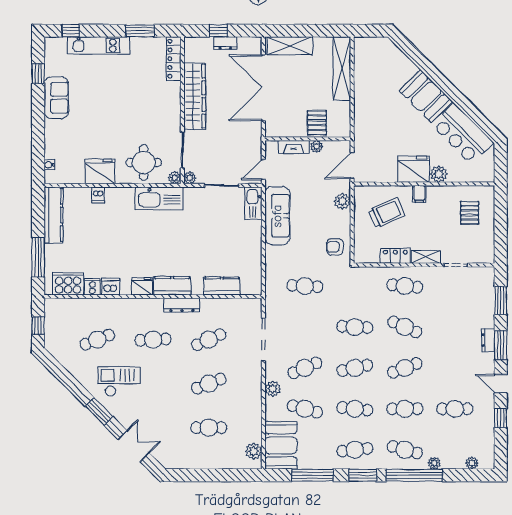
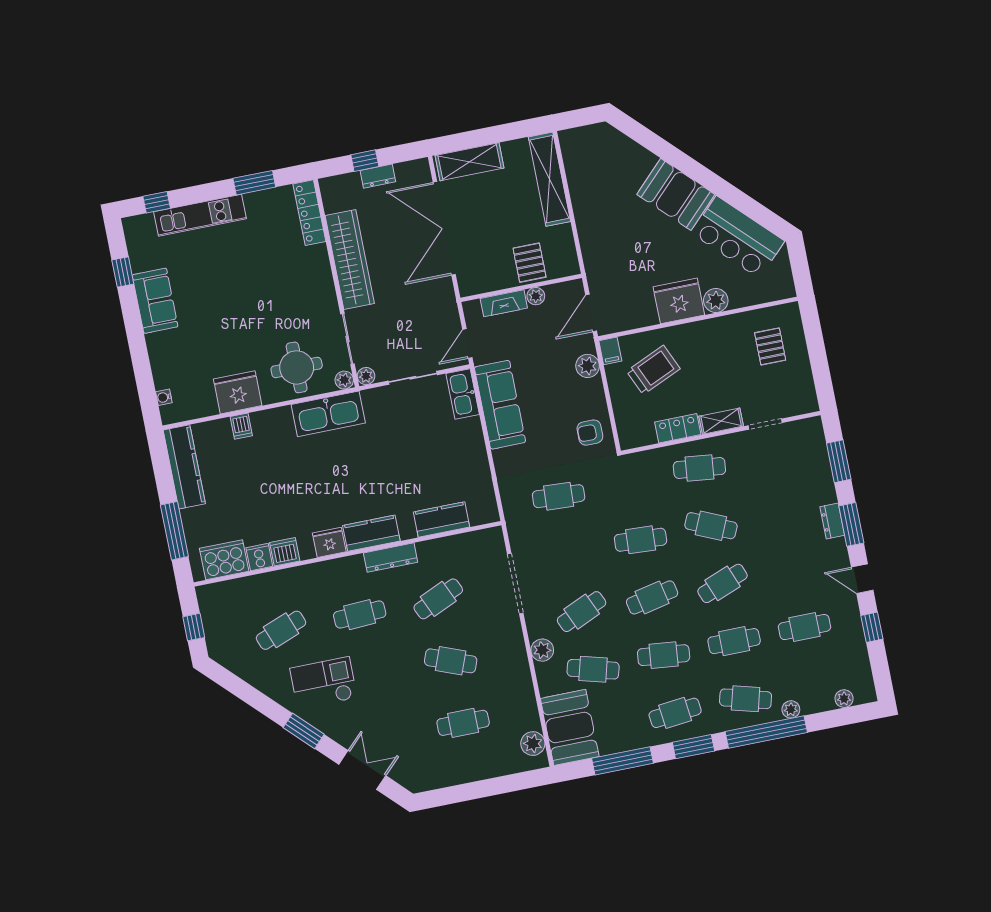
filing cabinet: (419, 194) -> (610, 351), moved
cafe table: (209, 384) -> (451, 661), turned 42

